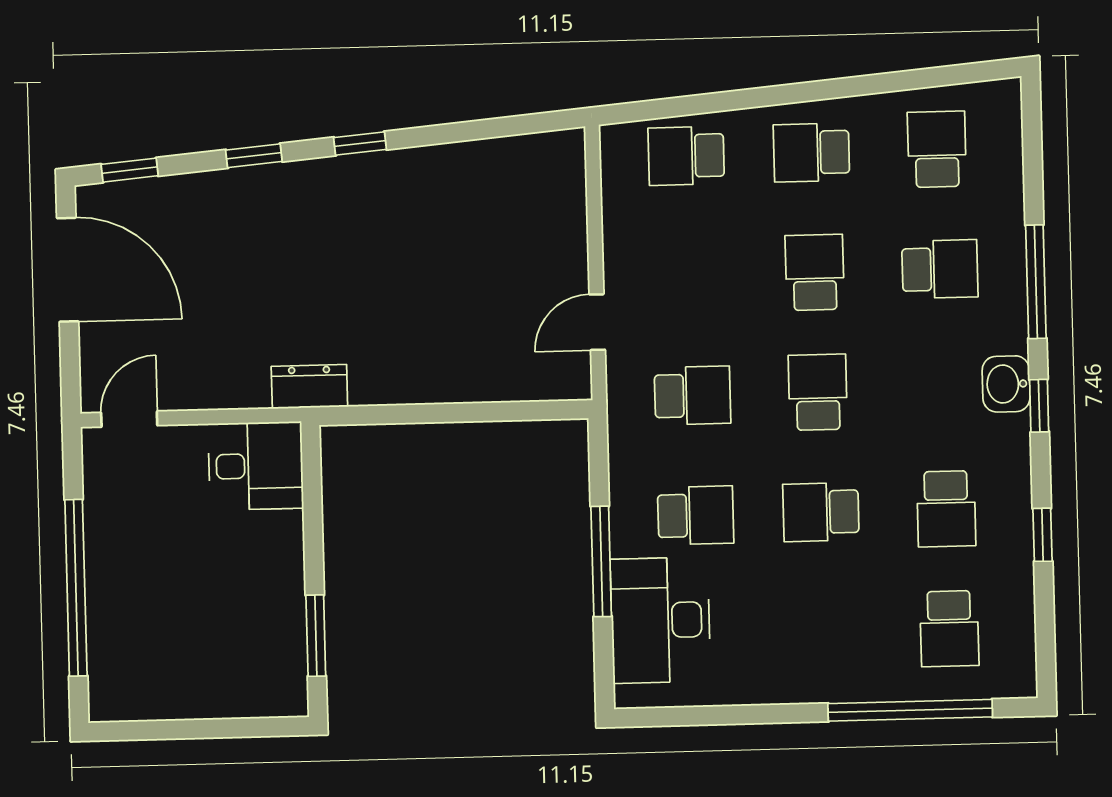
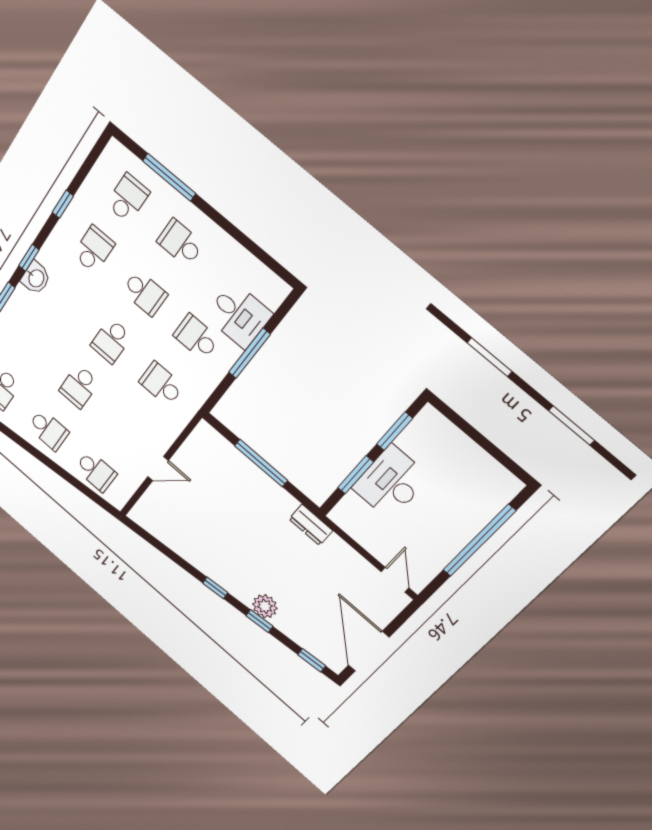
plant: (266, 189) -> (265, 606), added
school desk: (940, 269) -> (180, 243), moved
door: (597, 322) -> (158, 469), moved
window: (454, 413) -> (261, 463), added
door: (129, 419) -> (395, 580), swing flipped
desk: (256, 466) -> (391, 482), moved, width x1.37
window: (313, 523) -> (356, 475), added
desk: (660, 620) -> (239, 315), width x0.73
window: (910, 710) -> (169, 177), width x0.68

